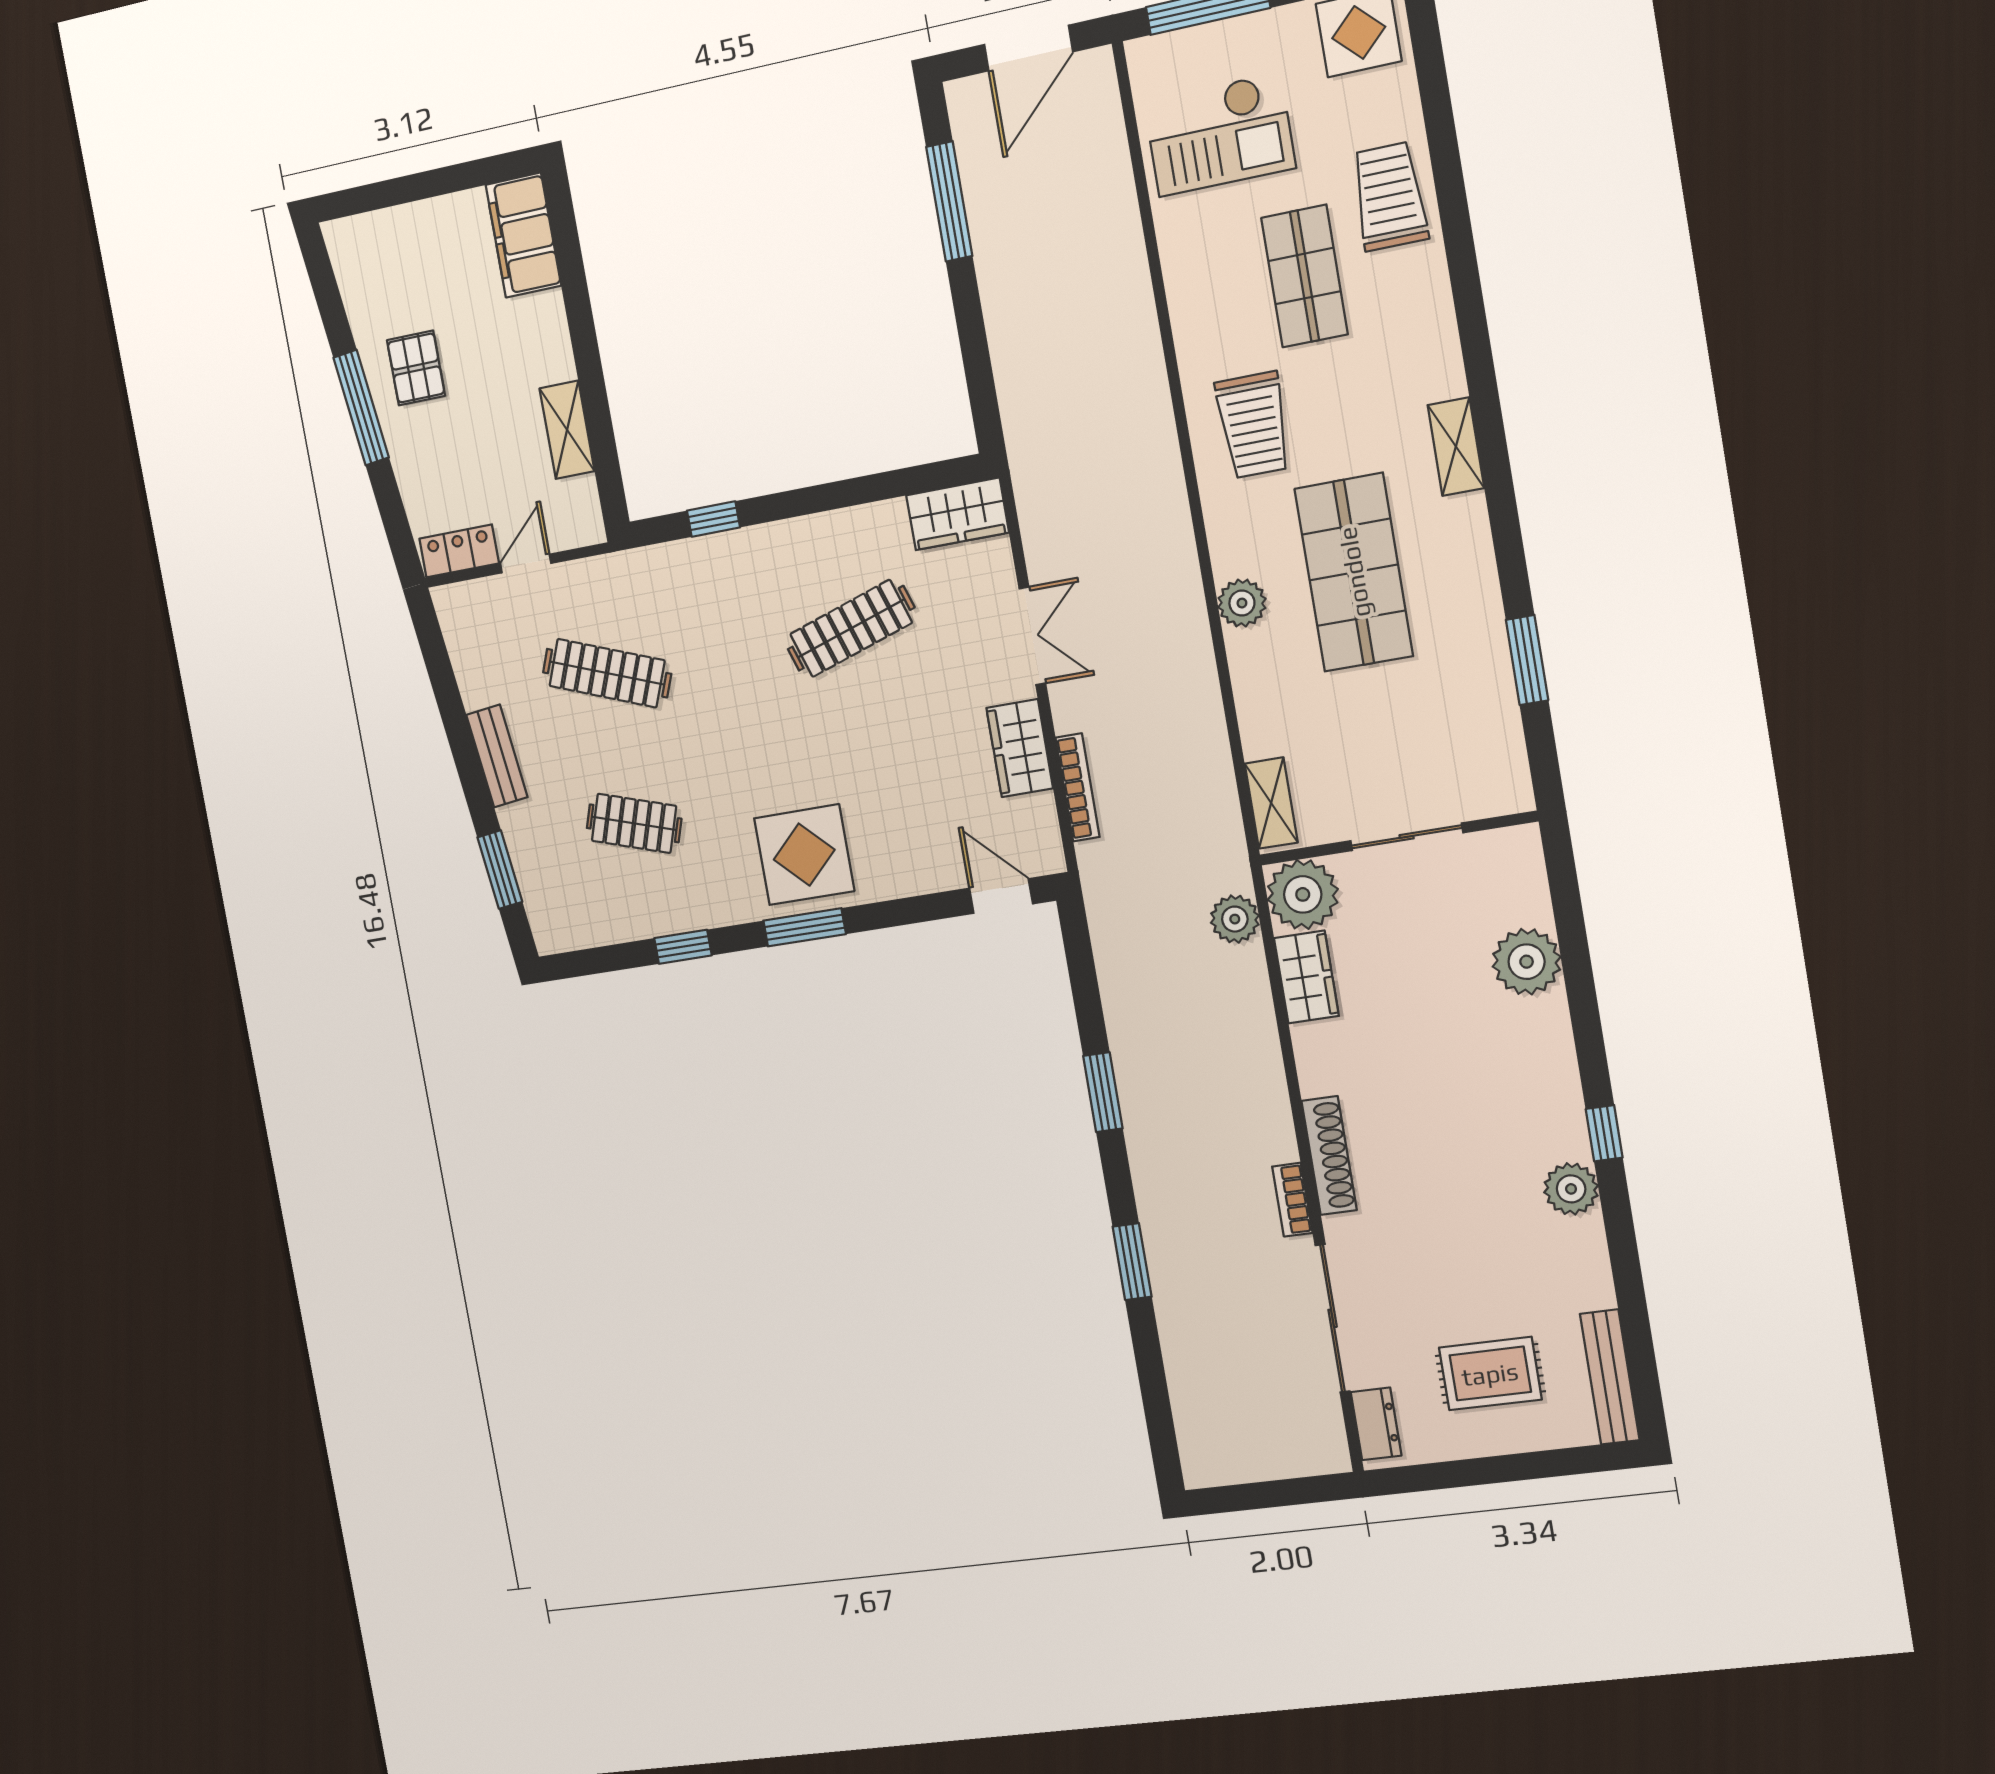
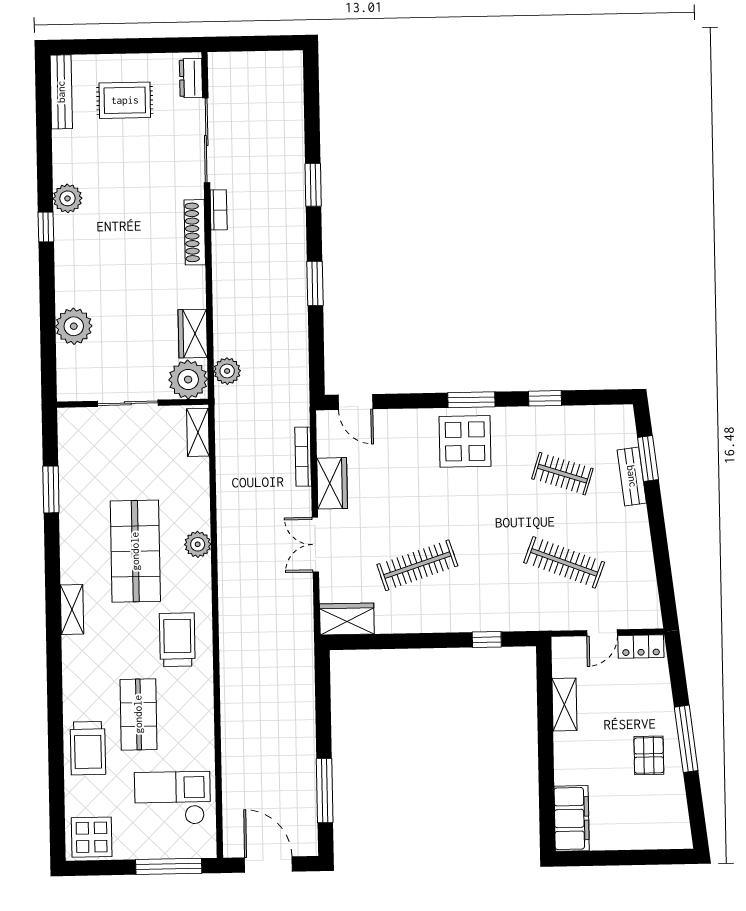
door: (1028, 48) -> (268, 865), hinge flipped
bench: (497, 756) -> (632, 476), moved

